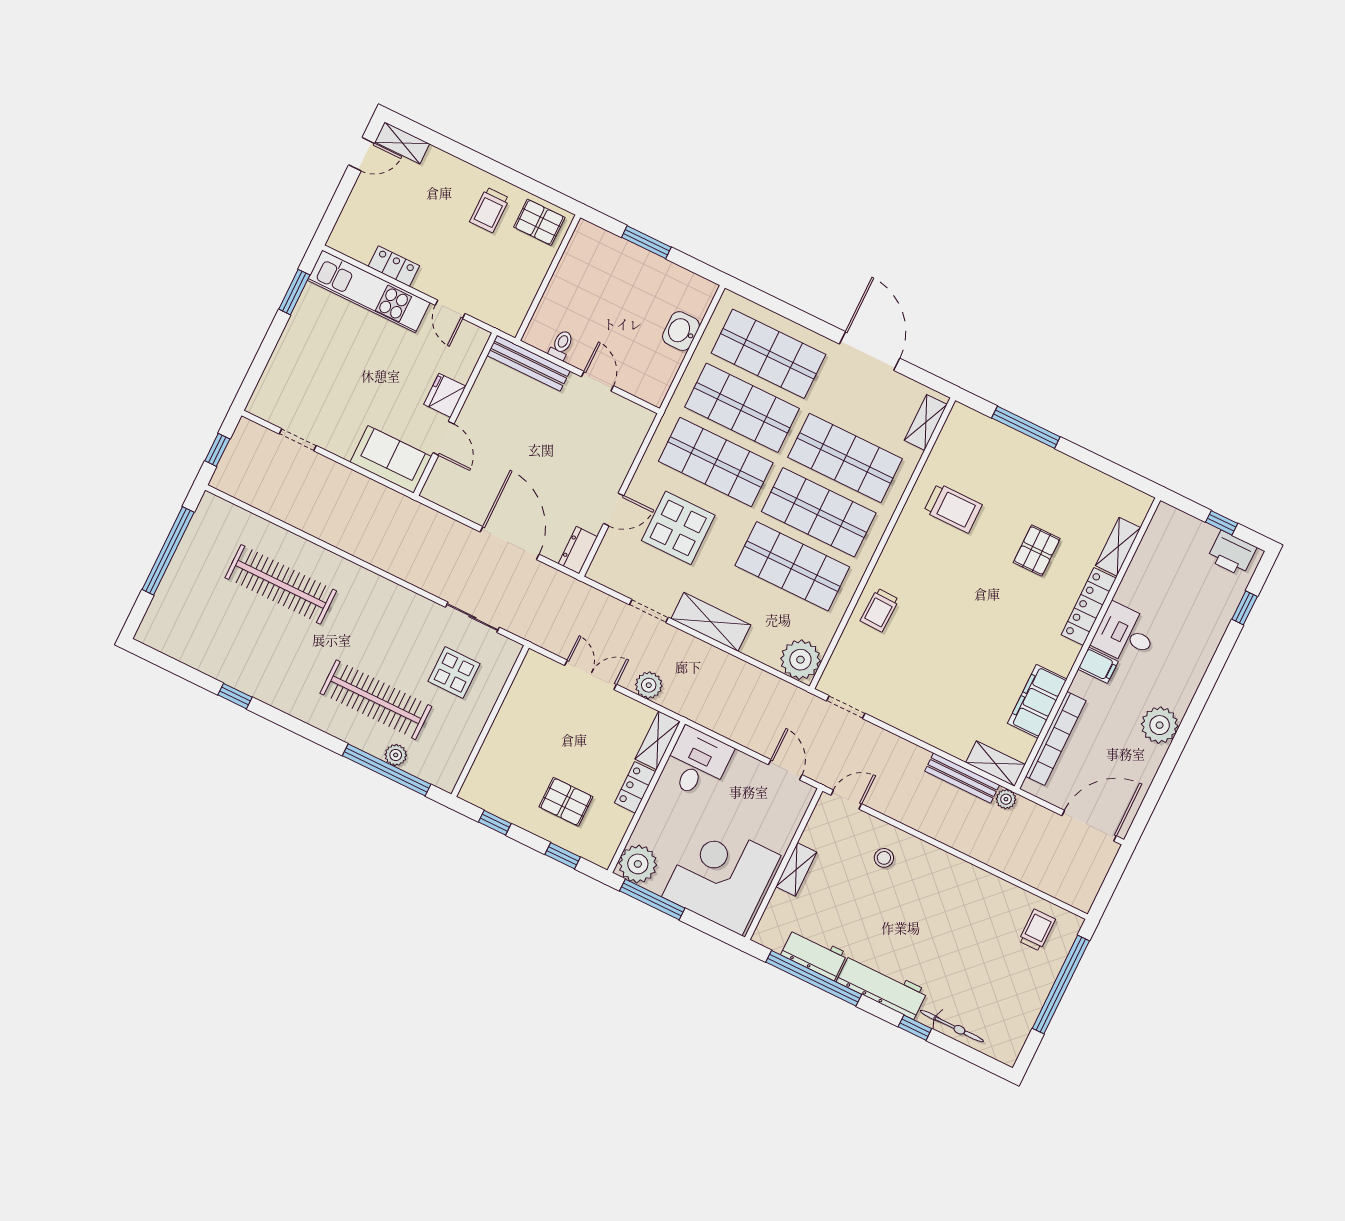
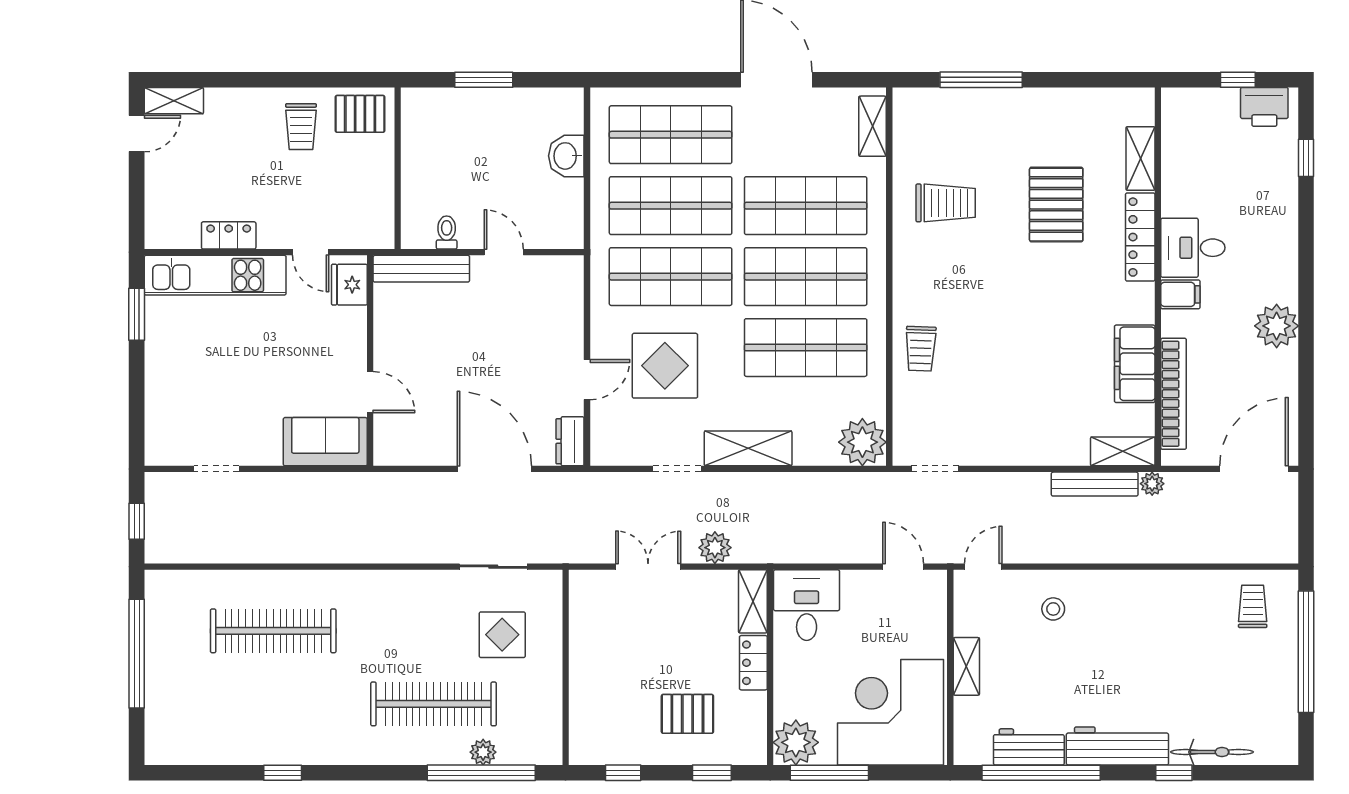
fridge: (445, 395) -> (349, 285), moved
pallet: (1037, 550) -> (1056, 205), width x1.50, depth x1.42

